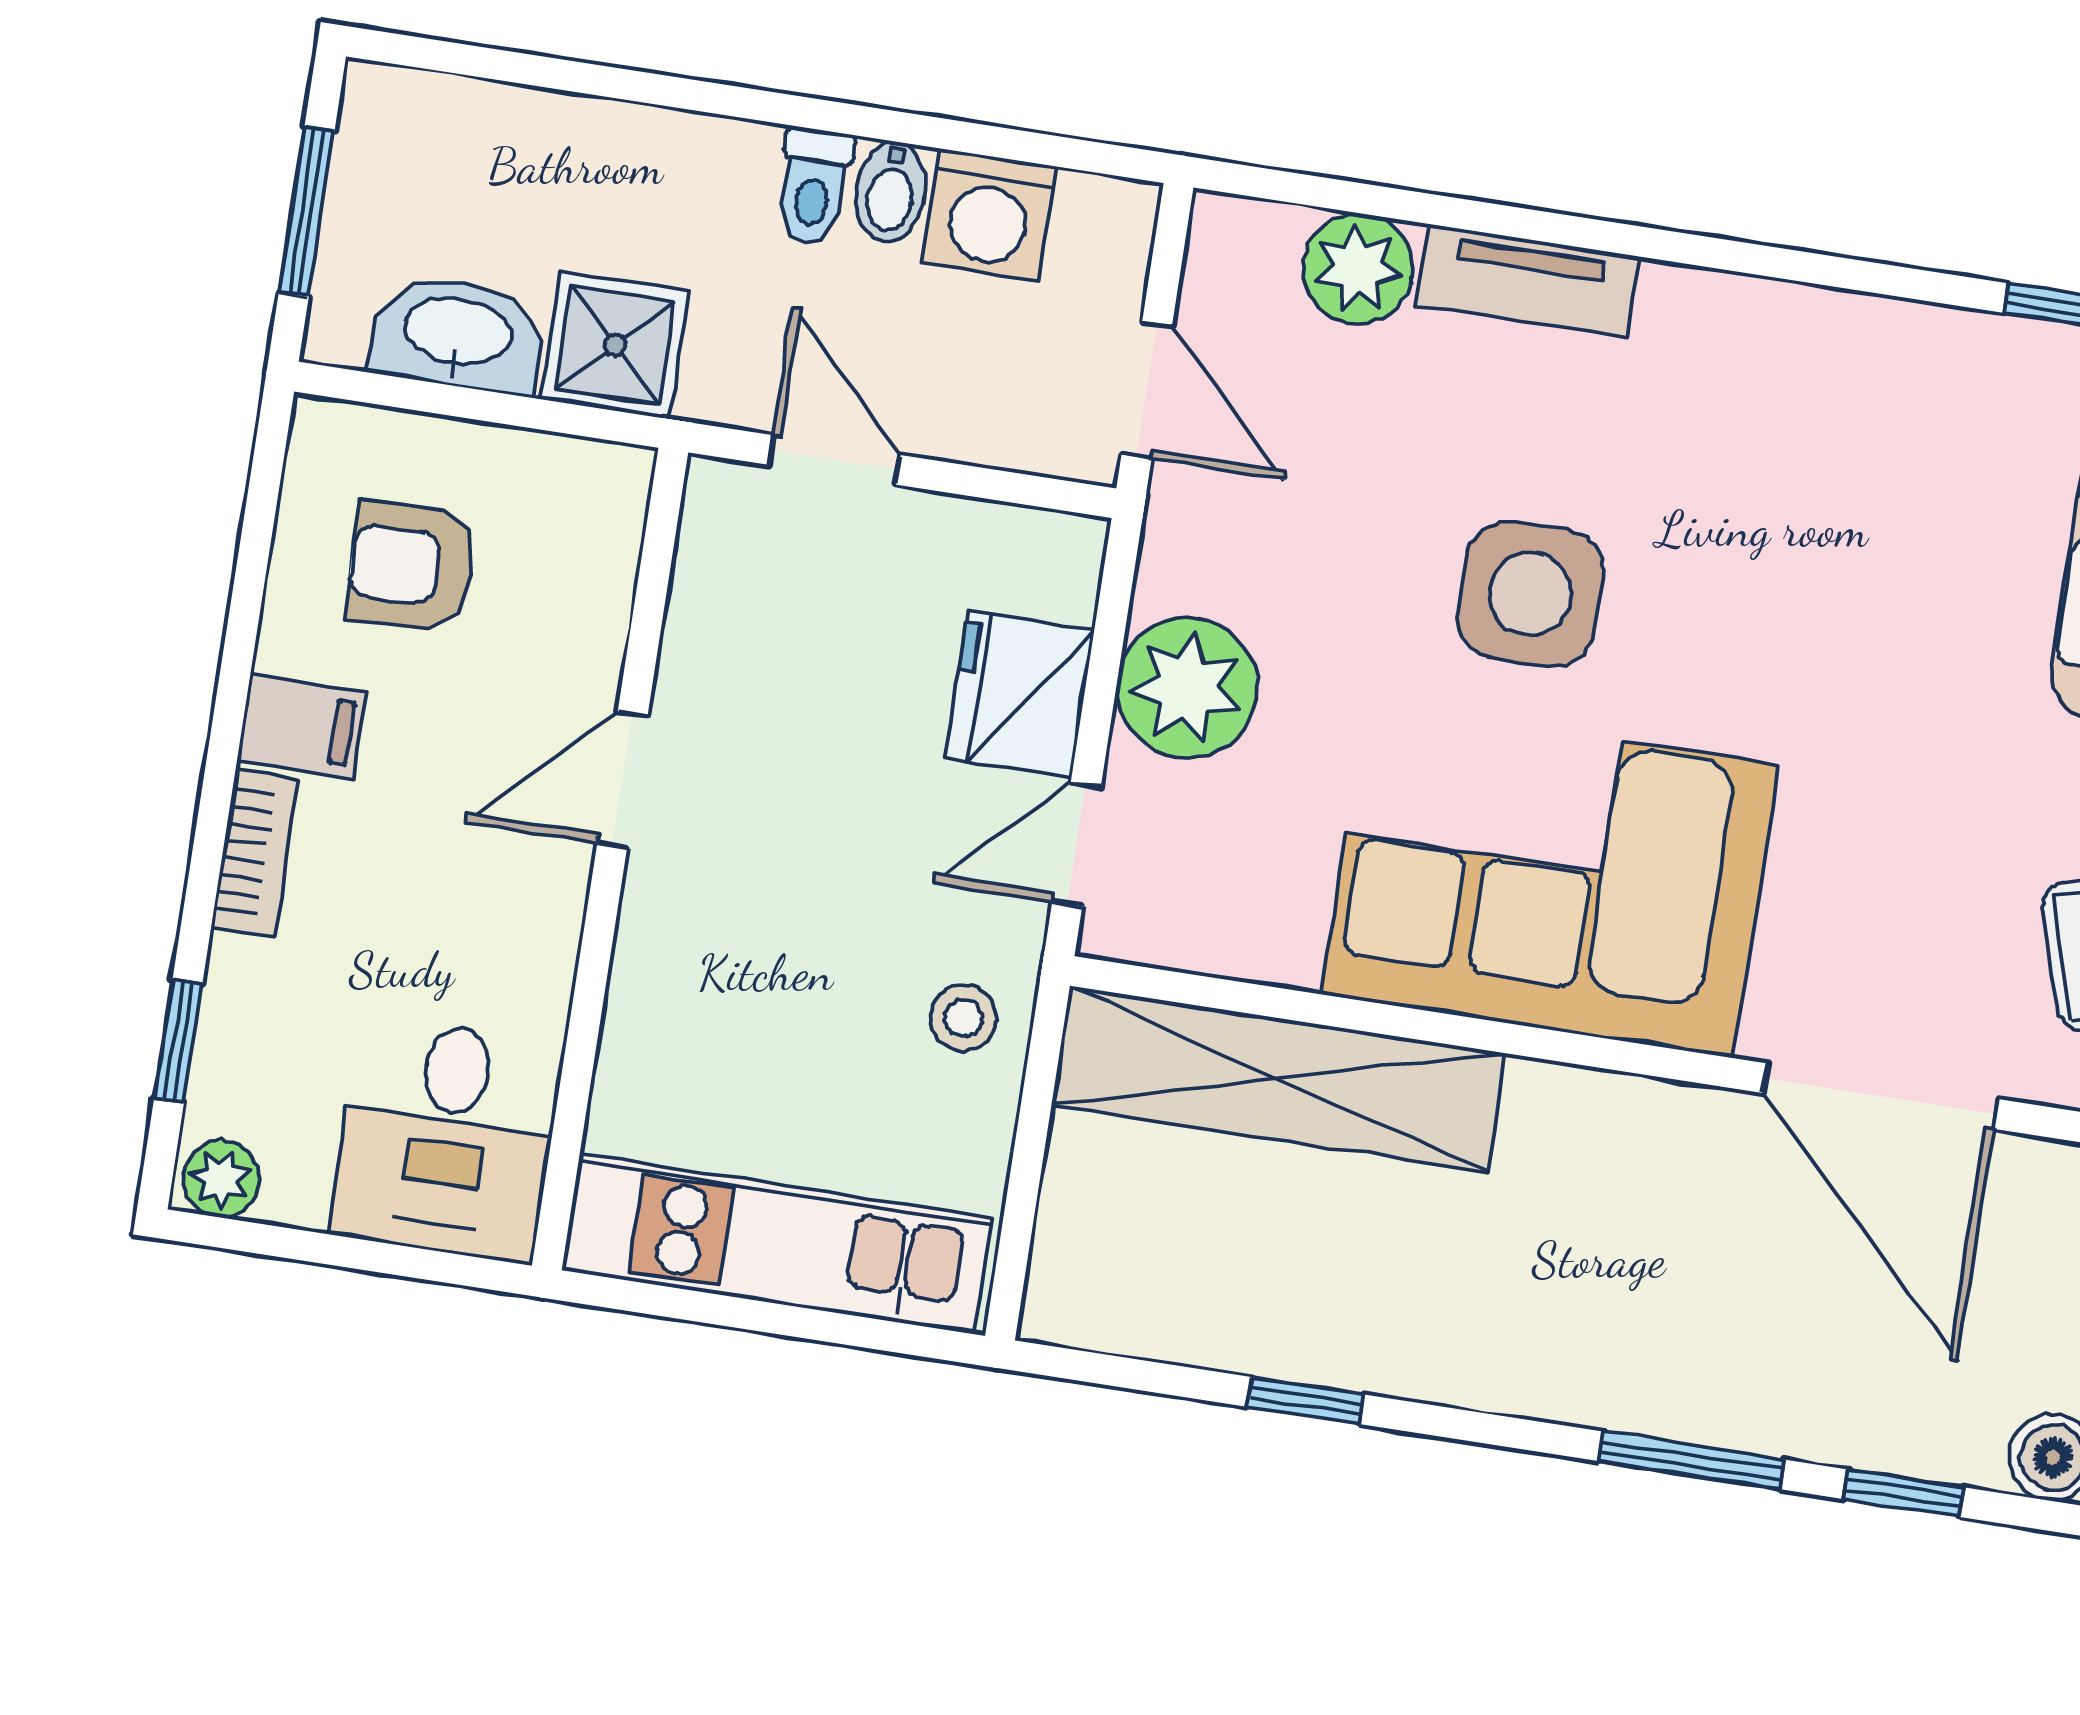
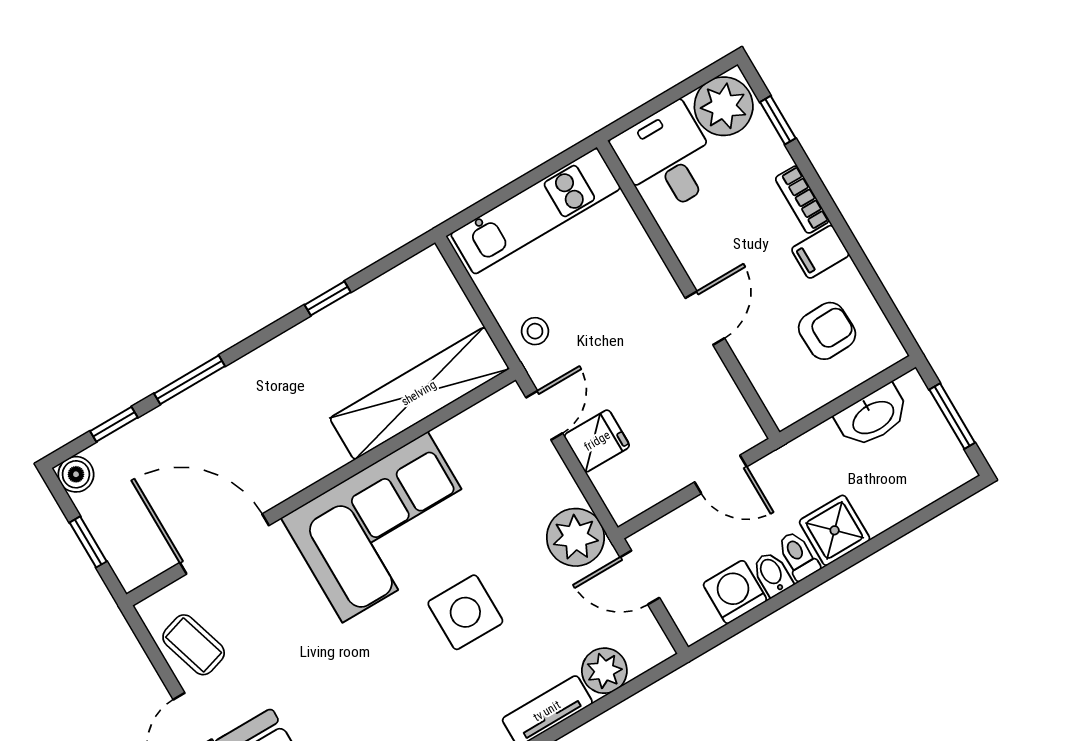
shower: (615, 345) -> (835, 530), moved
plant: (1187, 688) -> (576, 537), moved
fridge: (1020, 694) -> (597, 441), width x0.72
plant: (221, 1179) -> (724, 106), width x1.88, depth x1.88

